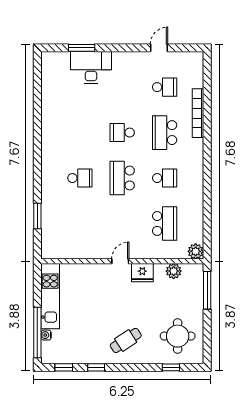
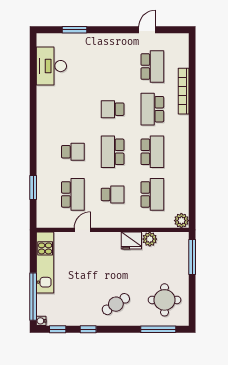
desk: (91, 67) -> (51, 66), moved, turned -90
school desk: (165, 87) -> (152, 67), width x1.85
school desk: (165, 178) -> (152, 152), width x1.85
school desk: (80, 223) -> (73, 194), added
school desk: (122, 223) -> (113, 194), added
door: (120, 261) -> (82, 230), moved
plant: (174, 271) -> (150, 239), moved
water cooler: (46, 335) -> (41, 321), moved
window: (171, 367) -> (158, 329), width x2.17

